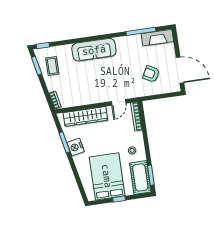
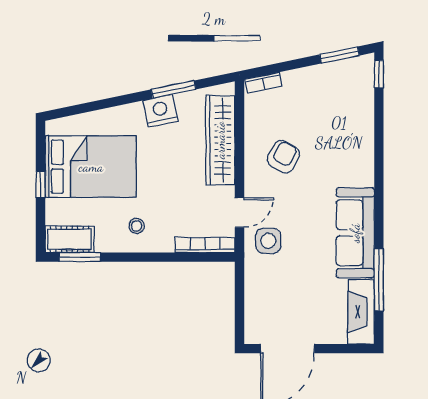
sofa: (94, 50) -> (355, 233), moved
coffee table: (52, 66) -> (334, 87), removed
armchair: (151, 74) -> (283, 157), moved
side table: (130, 87) -> (268, 241), added
door: (119, 102) -> (239, 213), swing flipped
cot: (140, 177) -> (69, 239), width x0.73, depth x0.75

